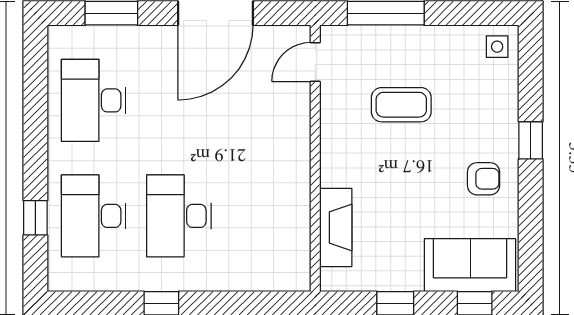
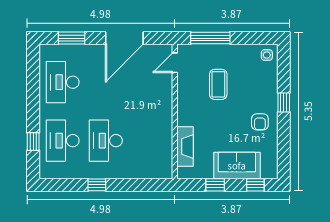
coffee table: (401, 105) -> (218, 84), turned 90
armchair: (484, 179) -> (260, 122), turned 90
sofa: (470, 265) -> (237, 166), moved

